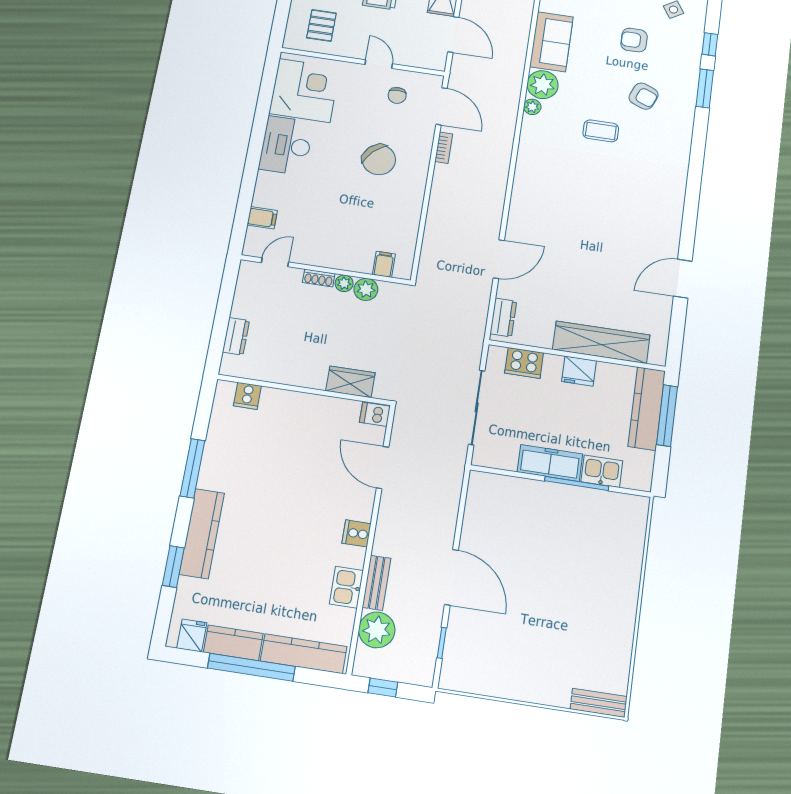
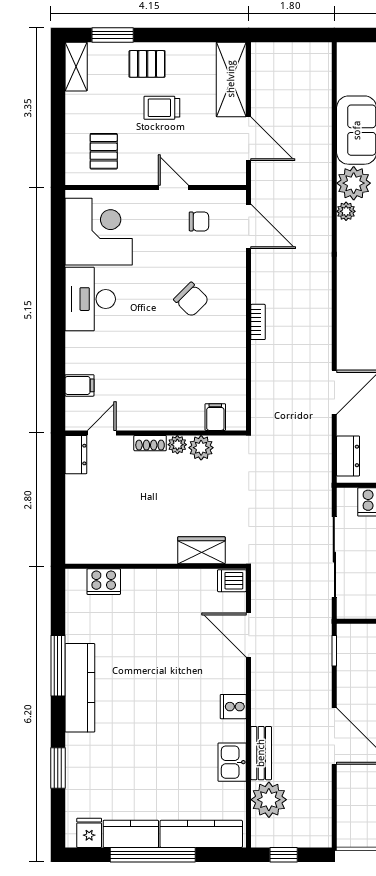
chair: (397, 95) -> (199, 221), turned -90
bookcase: (444, 148) -> (258, 322), moved
chair: (379, 160) -> (191, 300), width x0.73, depth x0.73
dresser: (236, 336) -> (76, 455), moved
cooker: (247, 396) -> (104, 582), width x1.36
kitchen counter: (202, 534) -> (80, 688), moved
window: (442, 643) -> (334, 651), moved

